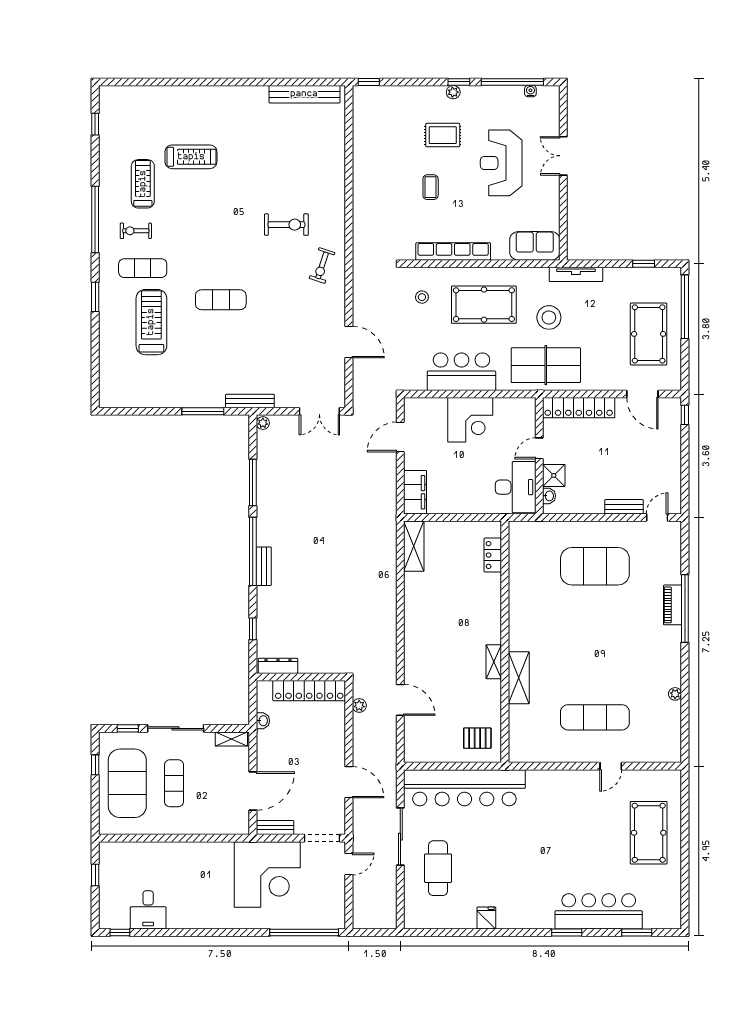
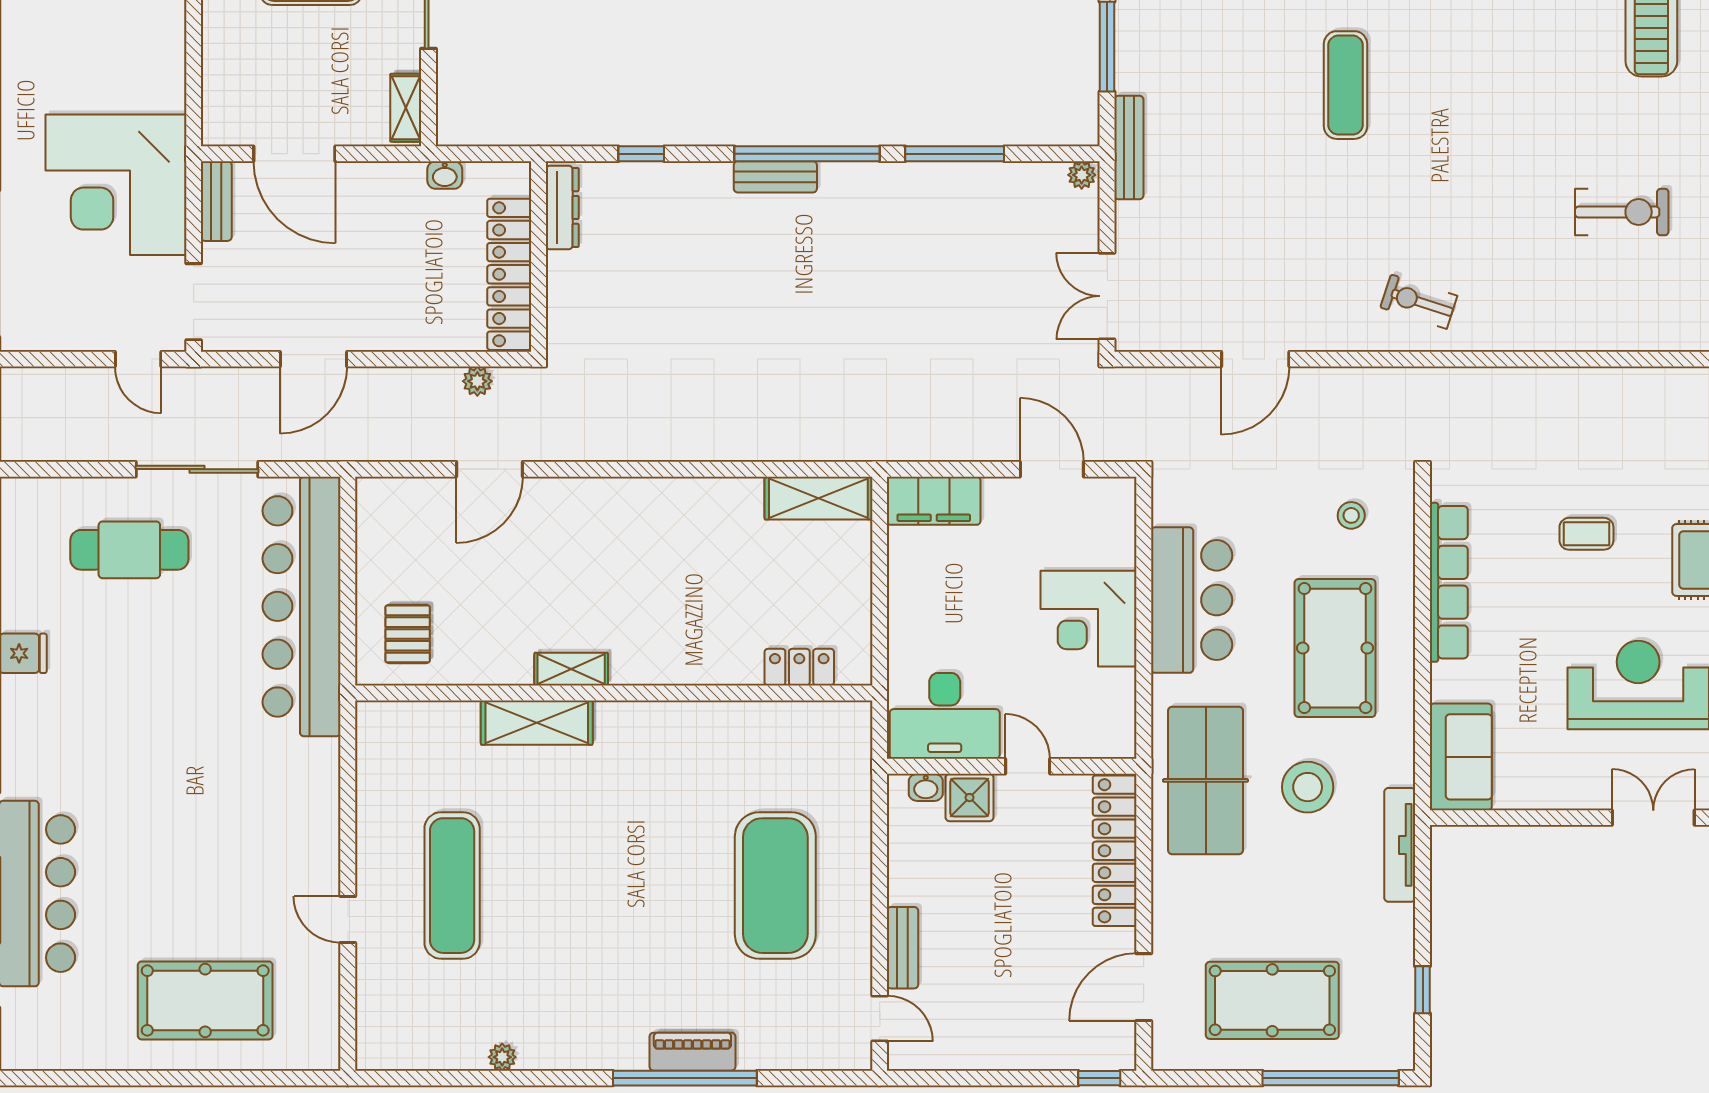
exercise bike: (286, 225) -> (1622, 212), moved, turned -90

